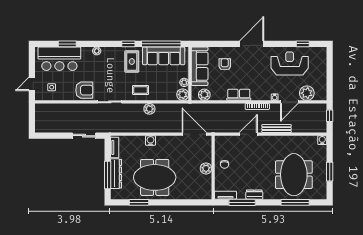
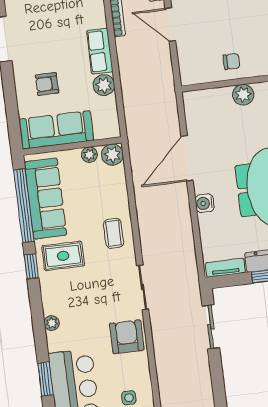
plant: (204, 95) -> (104, 85), moved
plant: (149, 109) -> (146, 213), removed
door: (194, 134) -> (187, 158), moved

